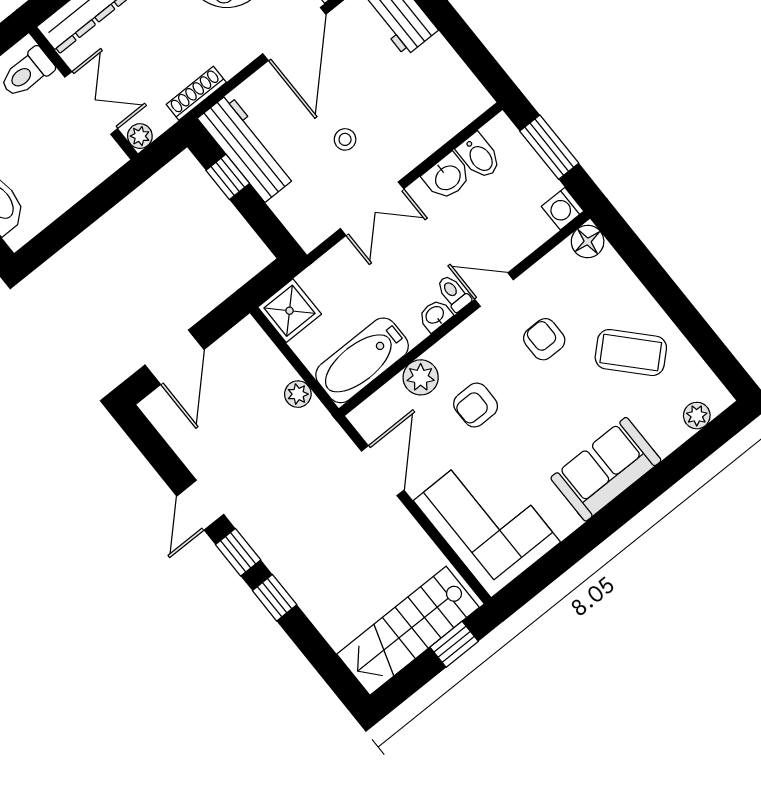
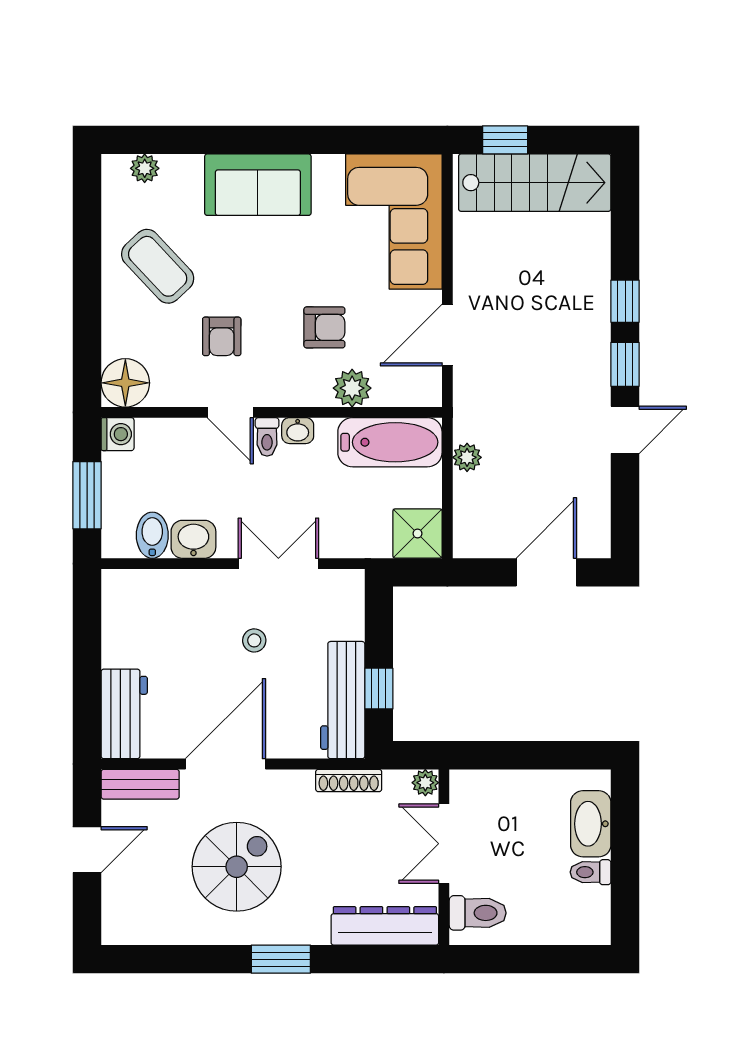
floor lamp: (588, 241) -> (125, 383), width x1.38, depth x1.38

